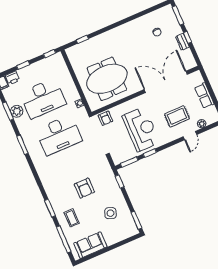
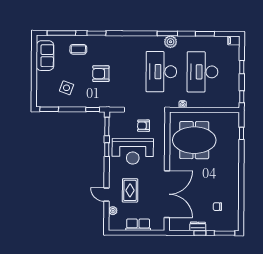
printer: (12, 78) -> (234, 52), removed
meeting table: (107, 79) -> (194, 140), turned 90
plant: (17, 111) -> (171, 42), moved
armchair: (105, 118) -> (144, 126), moved

